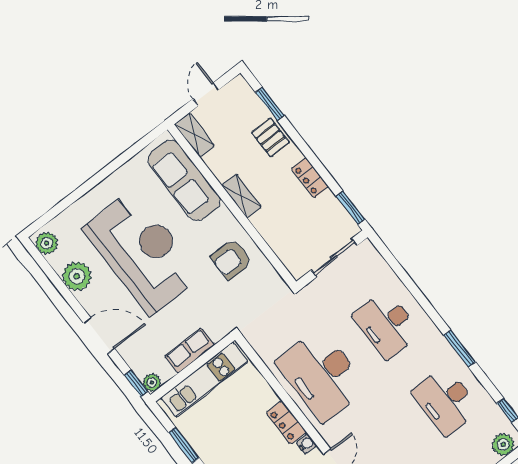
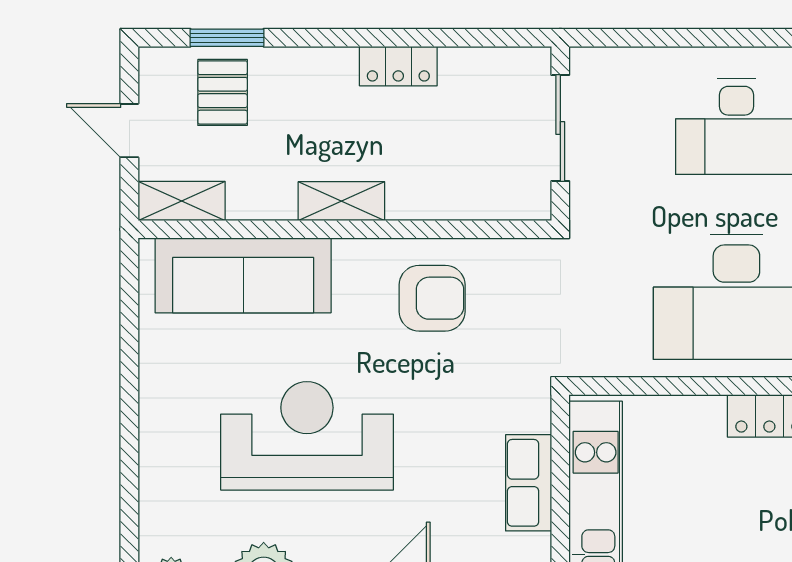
pallet: (270, 137) -> (223, 92), moved, turned 90
window: (350, 208) -> (499, 38), removed
reception desk: (142, 252) -> (307, 436), width x0.74, depth x0.77
armchair: (231, 259) -> (432, 298), turned -90

